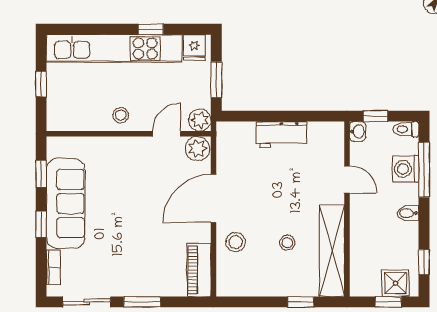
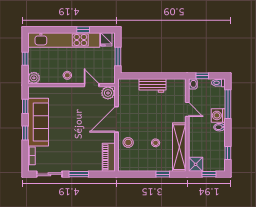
plant: (200, 120) -> (34, 78), moved
door: (167, 134) -> (92, 85), hinge flipped
washing machine: (406, 169) -> (218, 115), moved
shower: (395, 283) -> (196, 164), moved

